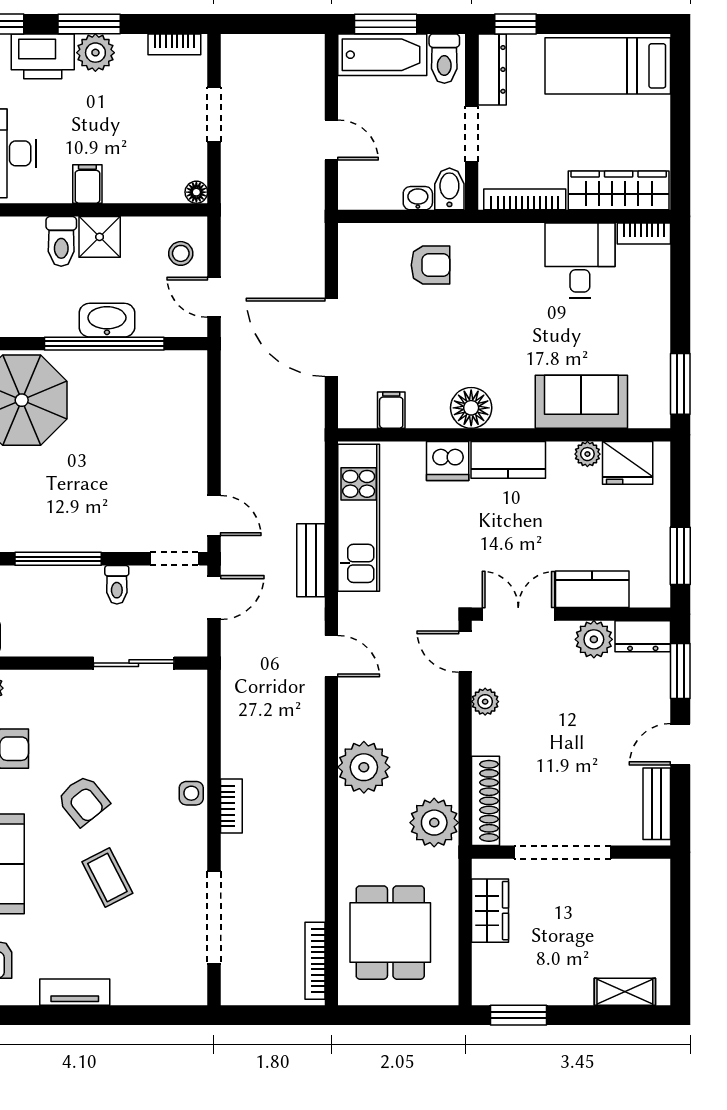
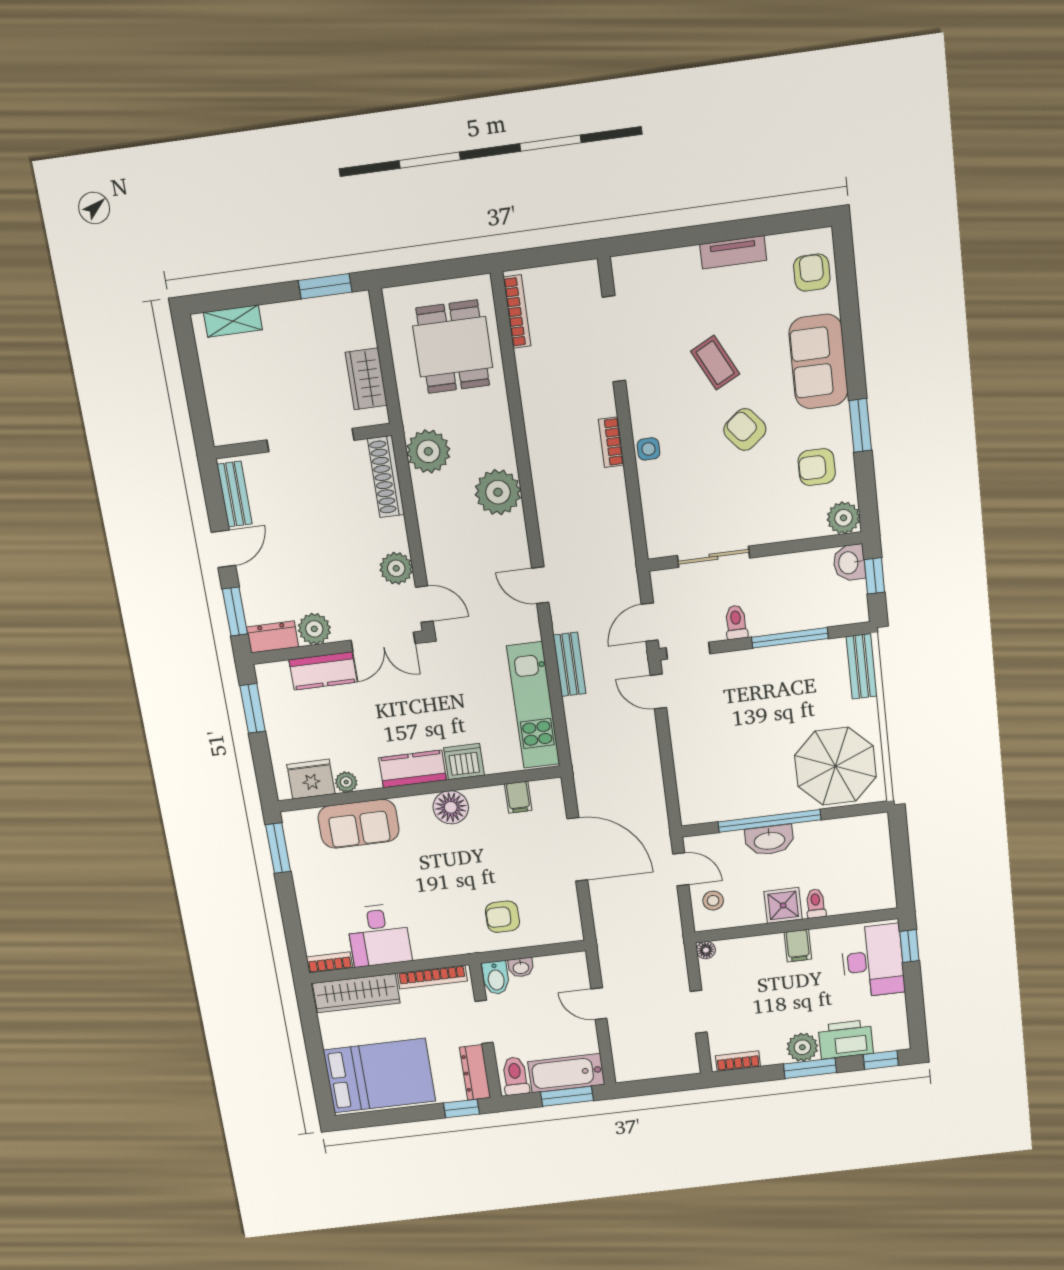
bed: (608, 66) -> (380, 1076), width x1.50
toilet: (61, 241) -> (816, 904), width x0.73, depth x0.72
plant: (485, 702) -> (396, 568), width x1.38, depth x1.38

